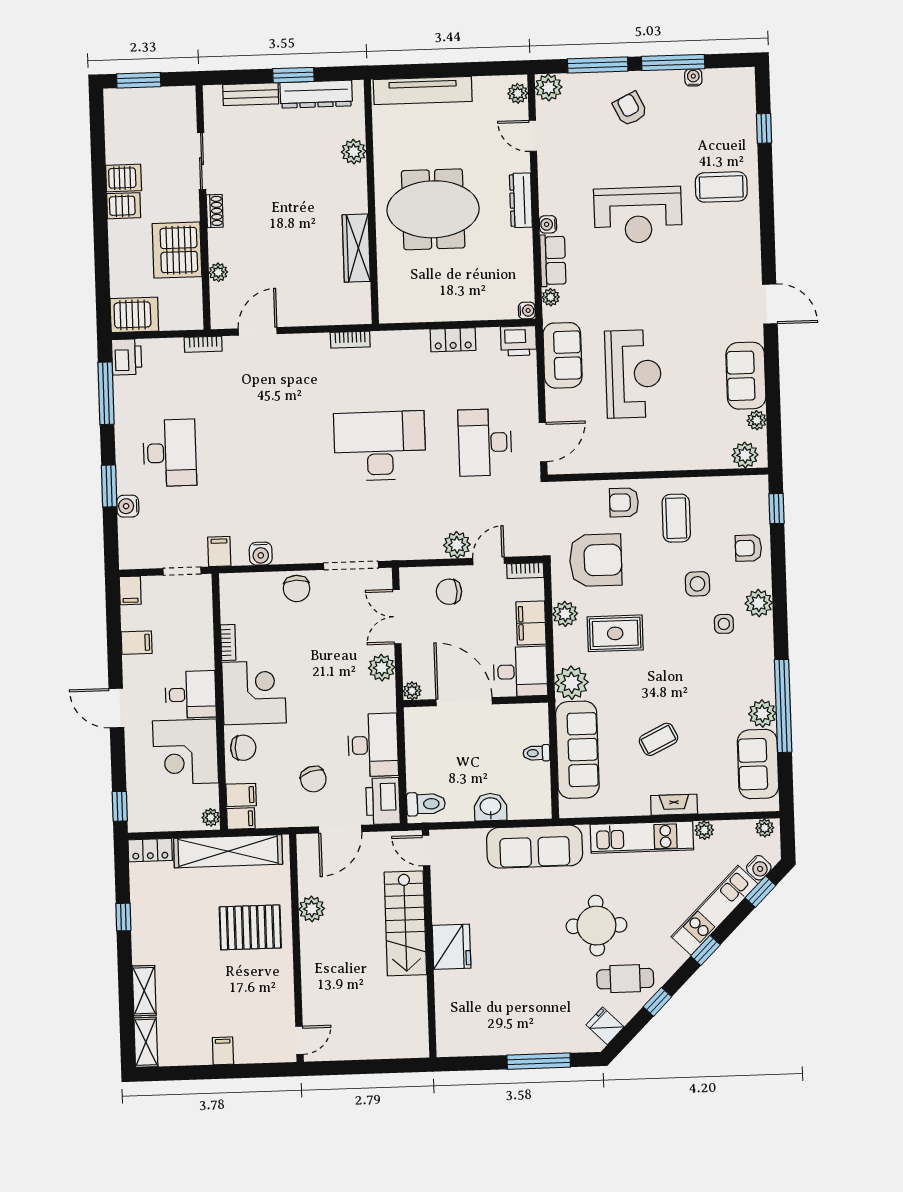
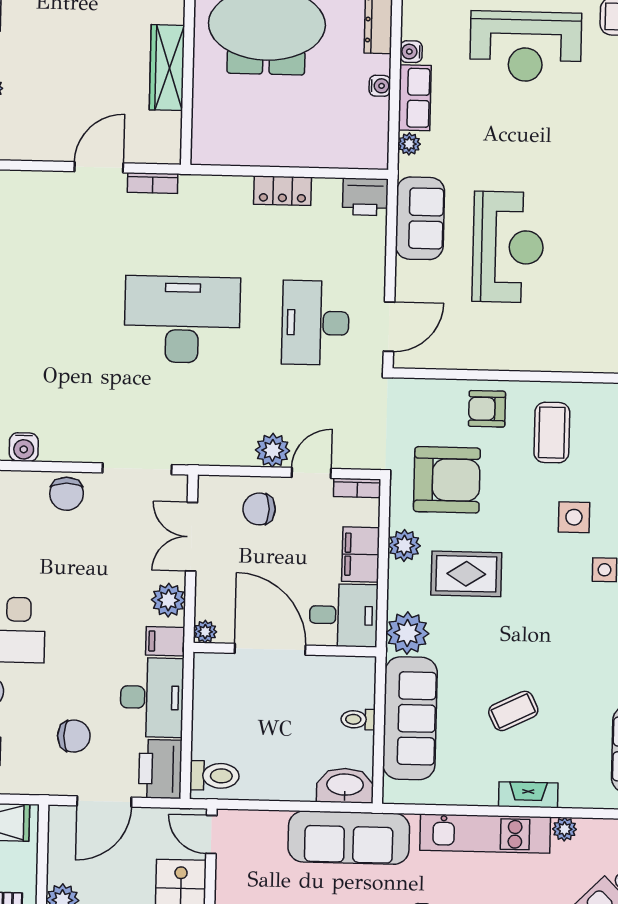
water cooler: (527, 311) -> (380, 86), moved
door: (258, 331) -> (99, 167), moved
filing cabinet: (381, 700) -> (165, 641), added
chair: (313, 779) -> (74, 736), turned -72
washbasin: (490, 807) -> (345, 786), moved, width x1.38

